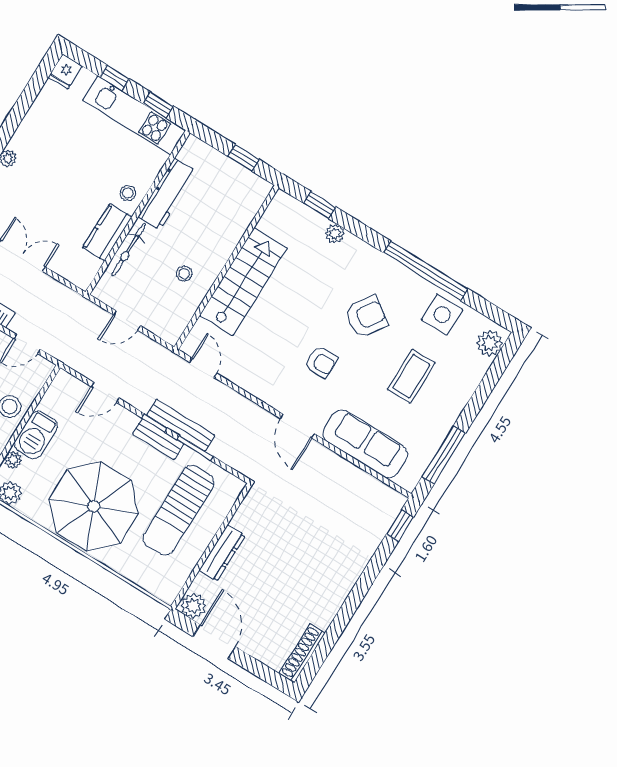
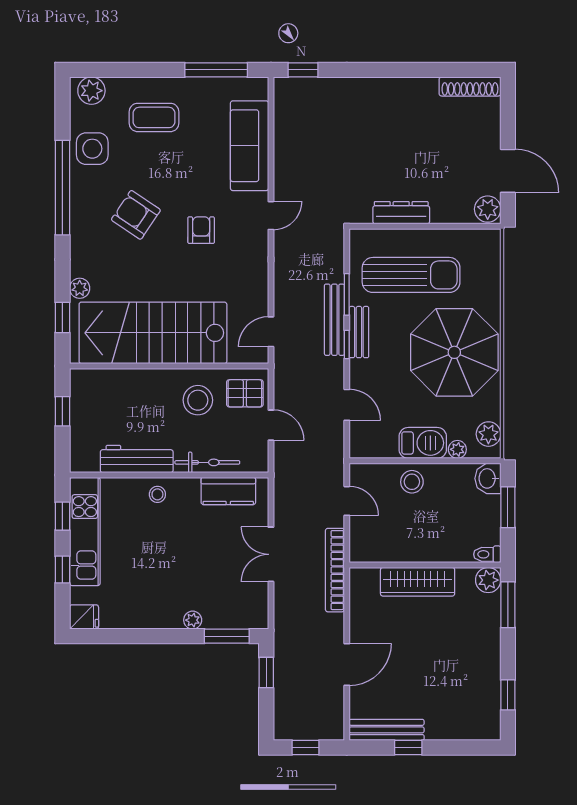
kitchen counter: (107, 232) -> (228, 491), moved
stool: (184, 274) -> (198, 400), width x1.89, depth x1.89
stairs: (243, 282) -> (153, 333), width x1.36, depth x1.51
pallet: (166, 315) -> (245, 393), added
coffee table: (411, 376) -> (154, 117), moved
door: (297, 426) -> (271, 216), width x0.73
dresser: (222, 553) -> (401, 213), moved
door: (214, 642) -> (508, 171), swing flipped

